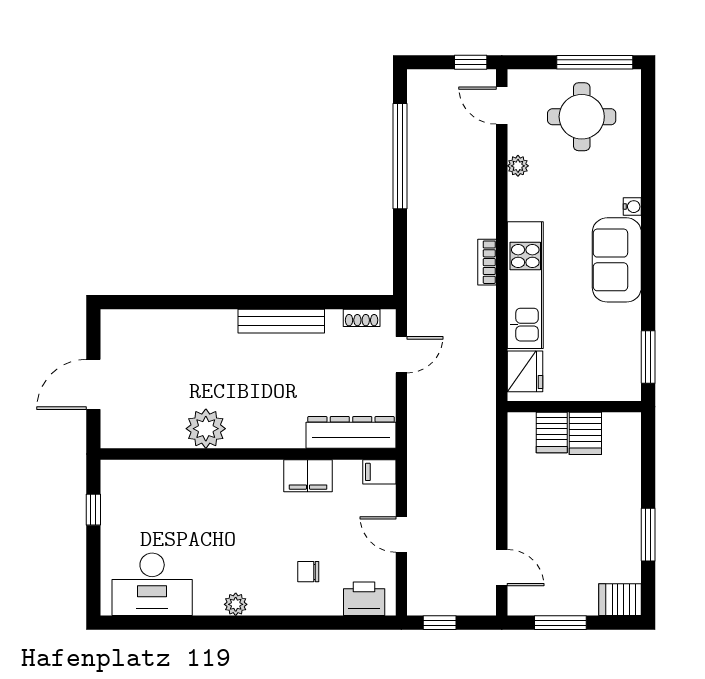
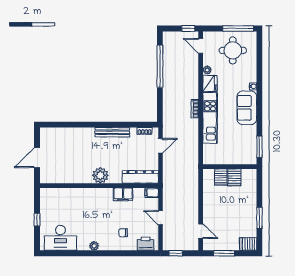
fridge: (525, 371) -> (210, 83), moved
plant: (206, 429) -> (100, 175), moved
window: (93, 510) -> (37, 220), moved

